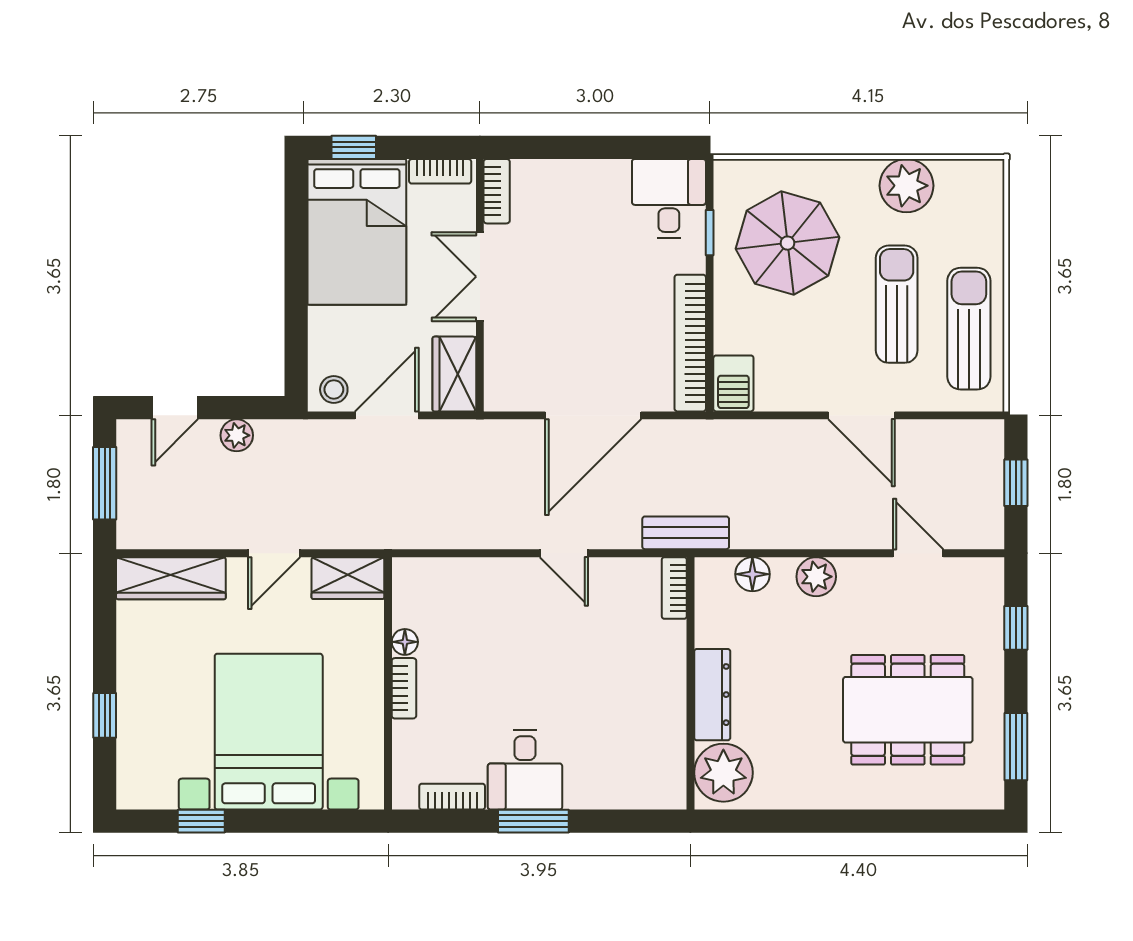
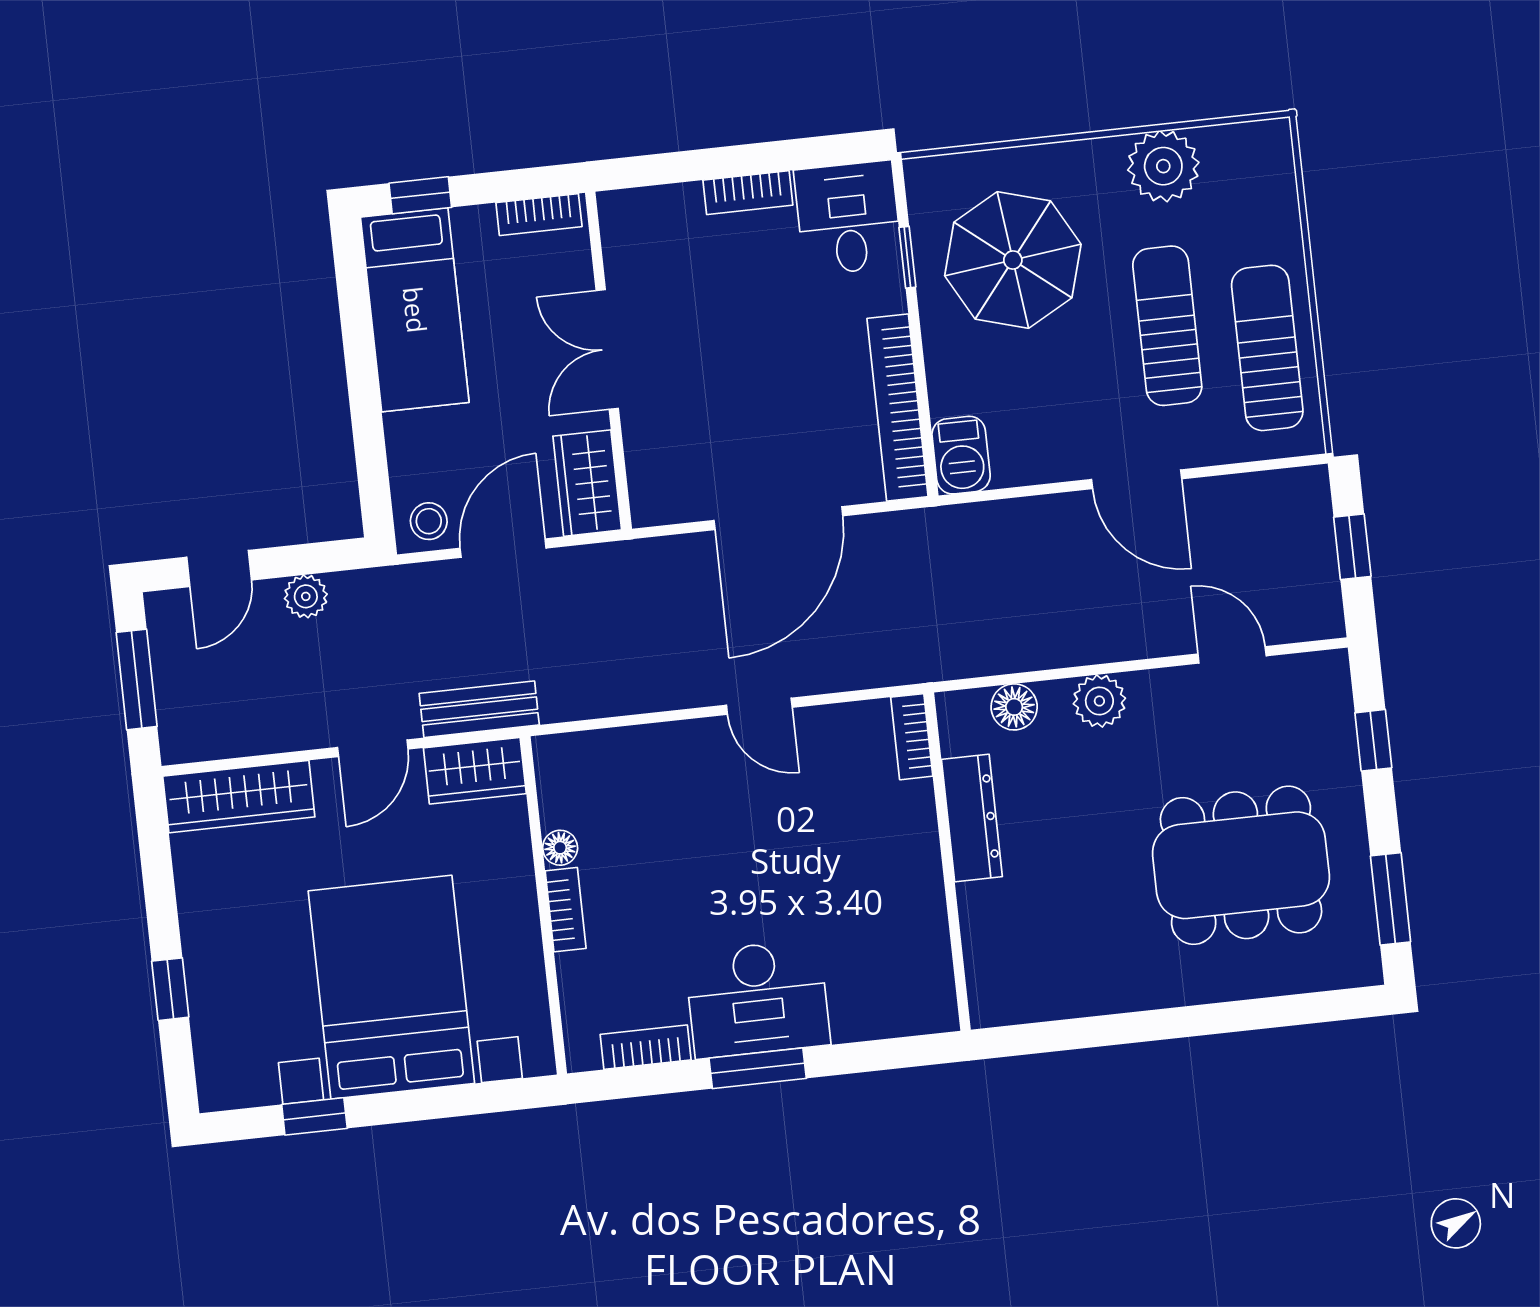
bookcase: (497, 191) -> (748, 193), moved, turned 90
bed: (357, 232) -> (415, 310), width x0.67
bench: (686, 533) -> (479, 709), moved
dresser: (712, 695) -> (972, 818), moved
desk: (525, 770) -> (757, 999), width x1.37
plant: (723, 773) -> (1004, 976), removed

